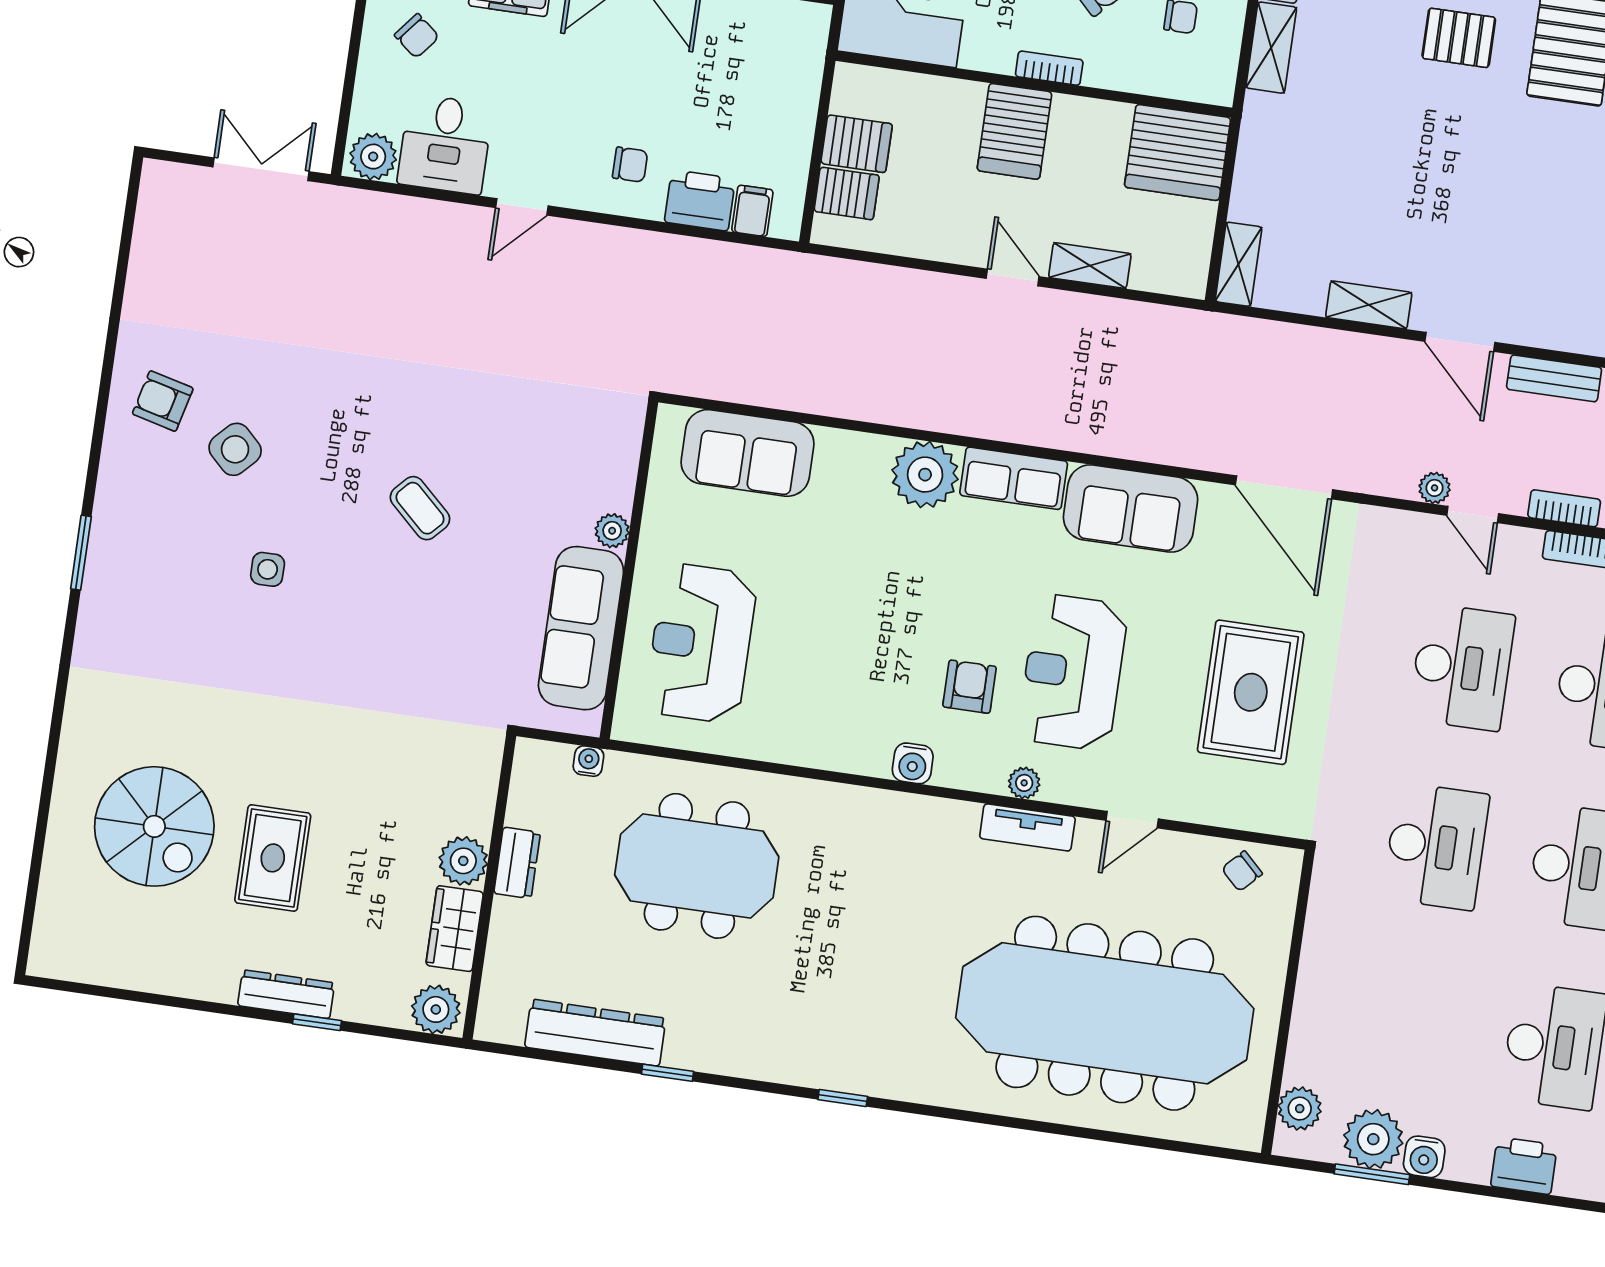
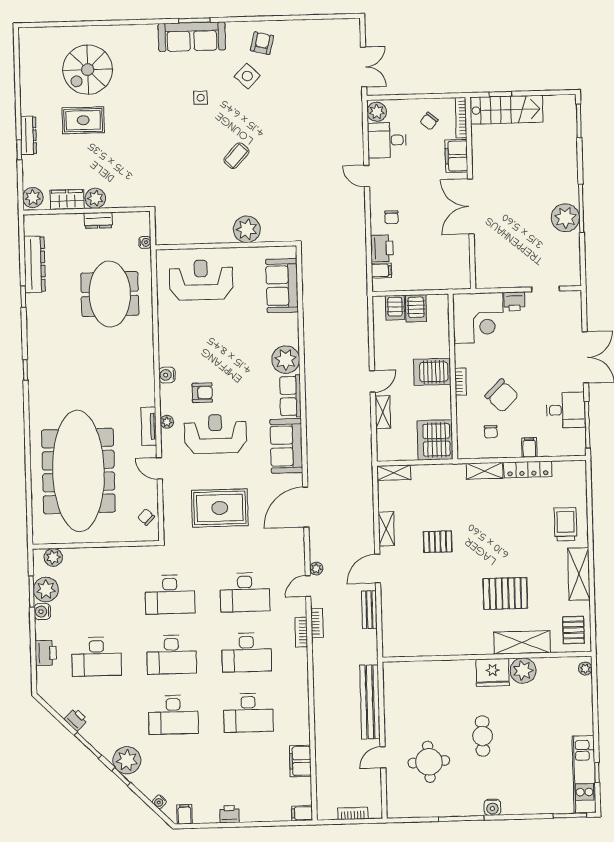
pallet: (1459, 38) -> (438, 542), moved, turned 90
plant: (612, 531) -> (247, 229), width x1.87, depth x1.87
sofa: (581, 628) -> (192, 37), moved, turned 180

